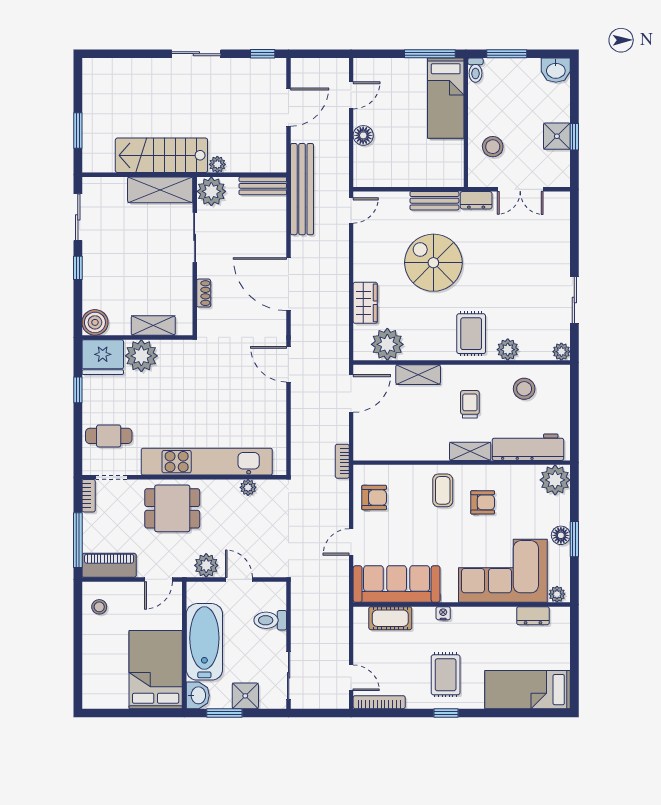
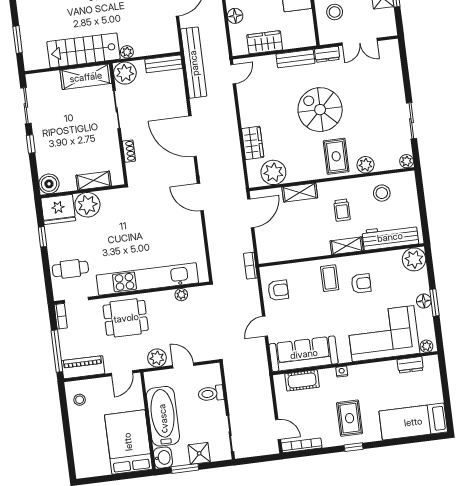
wardrobe: (397, 175) -> (265, 42), added
spiral stairs: (433, 263) -> (320, 110), moved
trolley: (470, 404) -> (342, 210), turned 180

